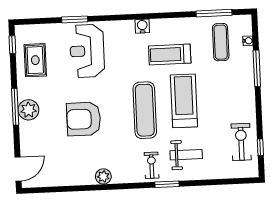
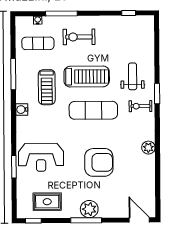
window: (214, 13) -> (13, 74), moved
treadmill: (184, 101) -> (87, 77), turned 180
armchair: (84, 119) -> (99, 162), turned -90
exercise bike: (241, 142) -> (79, 37), moved

